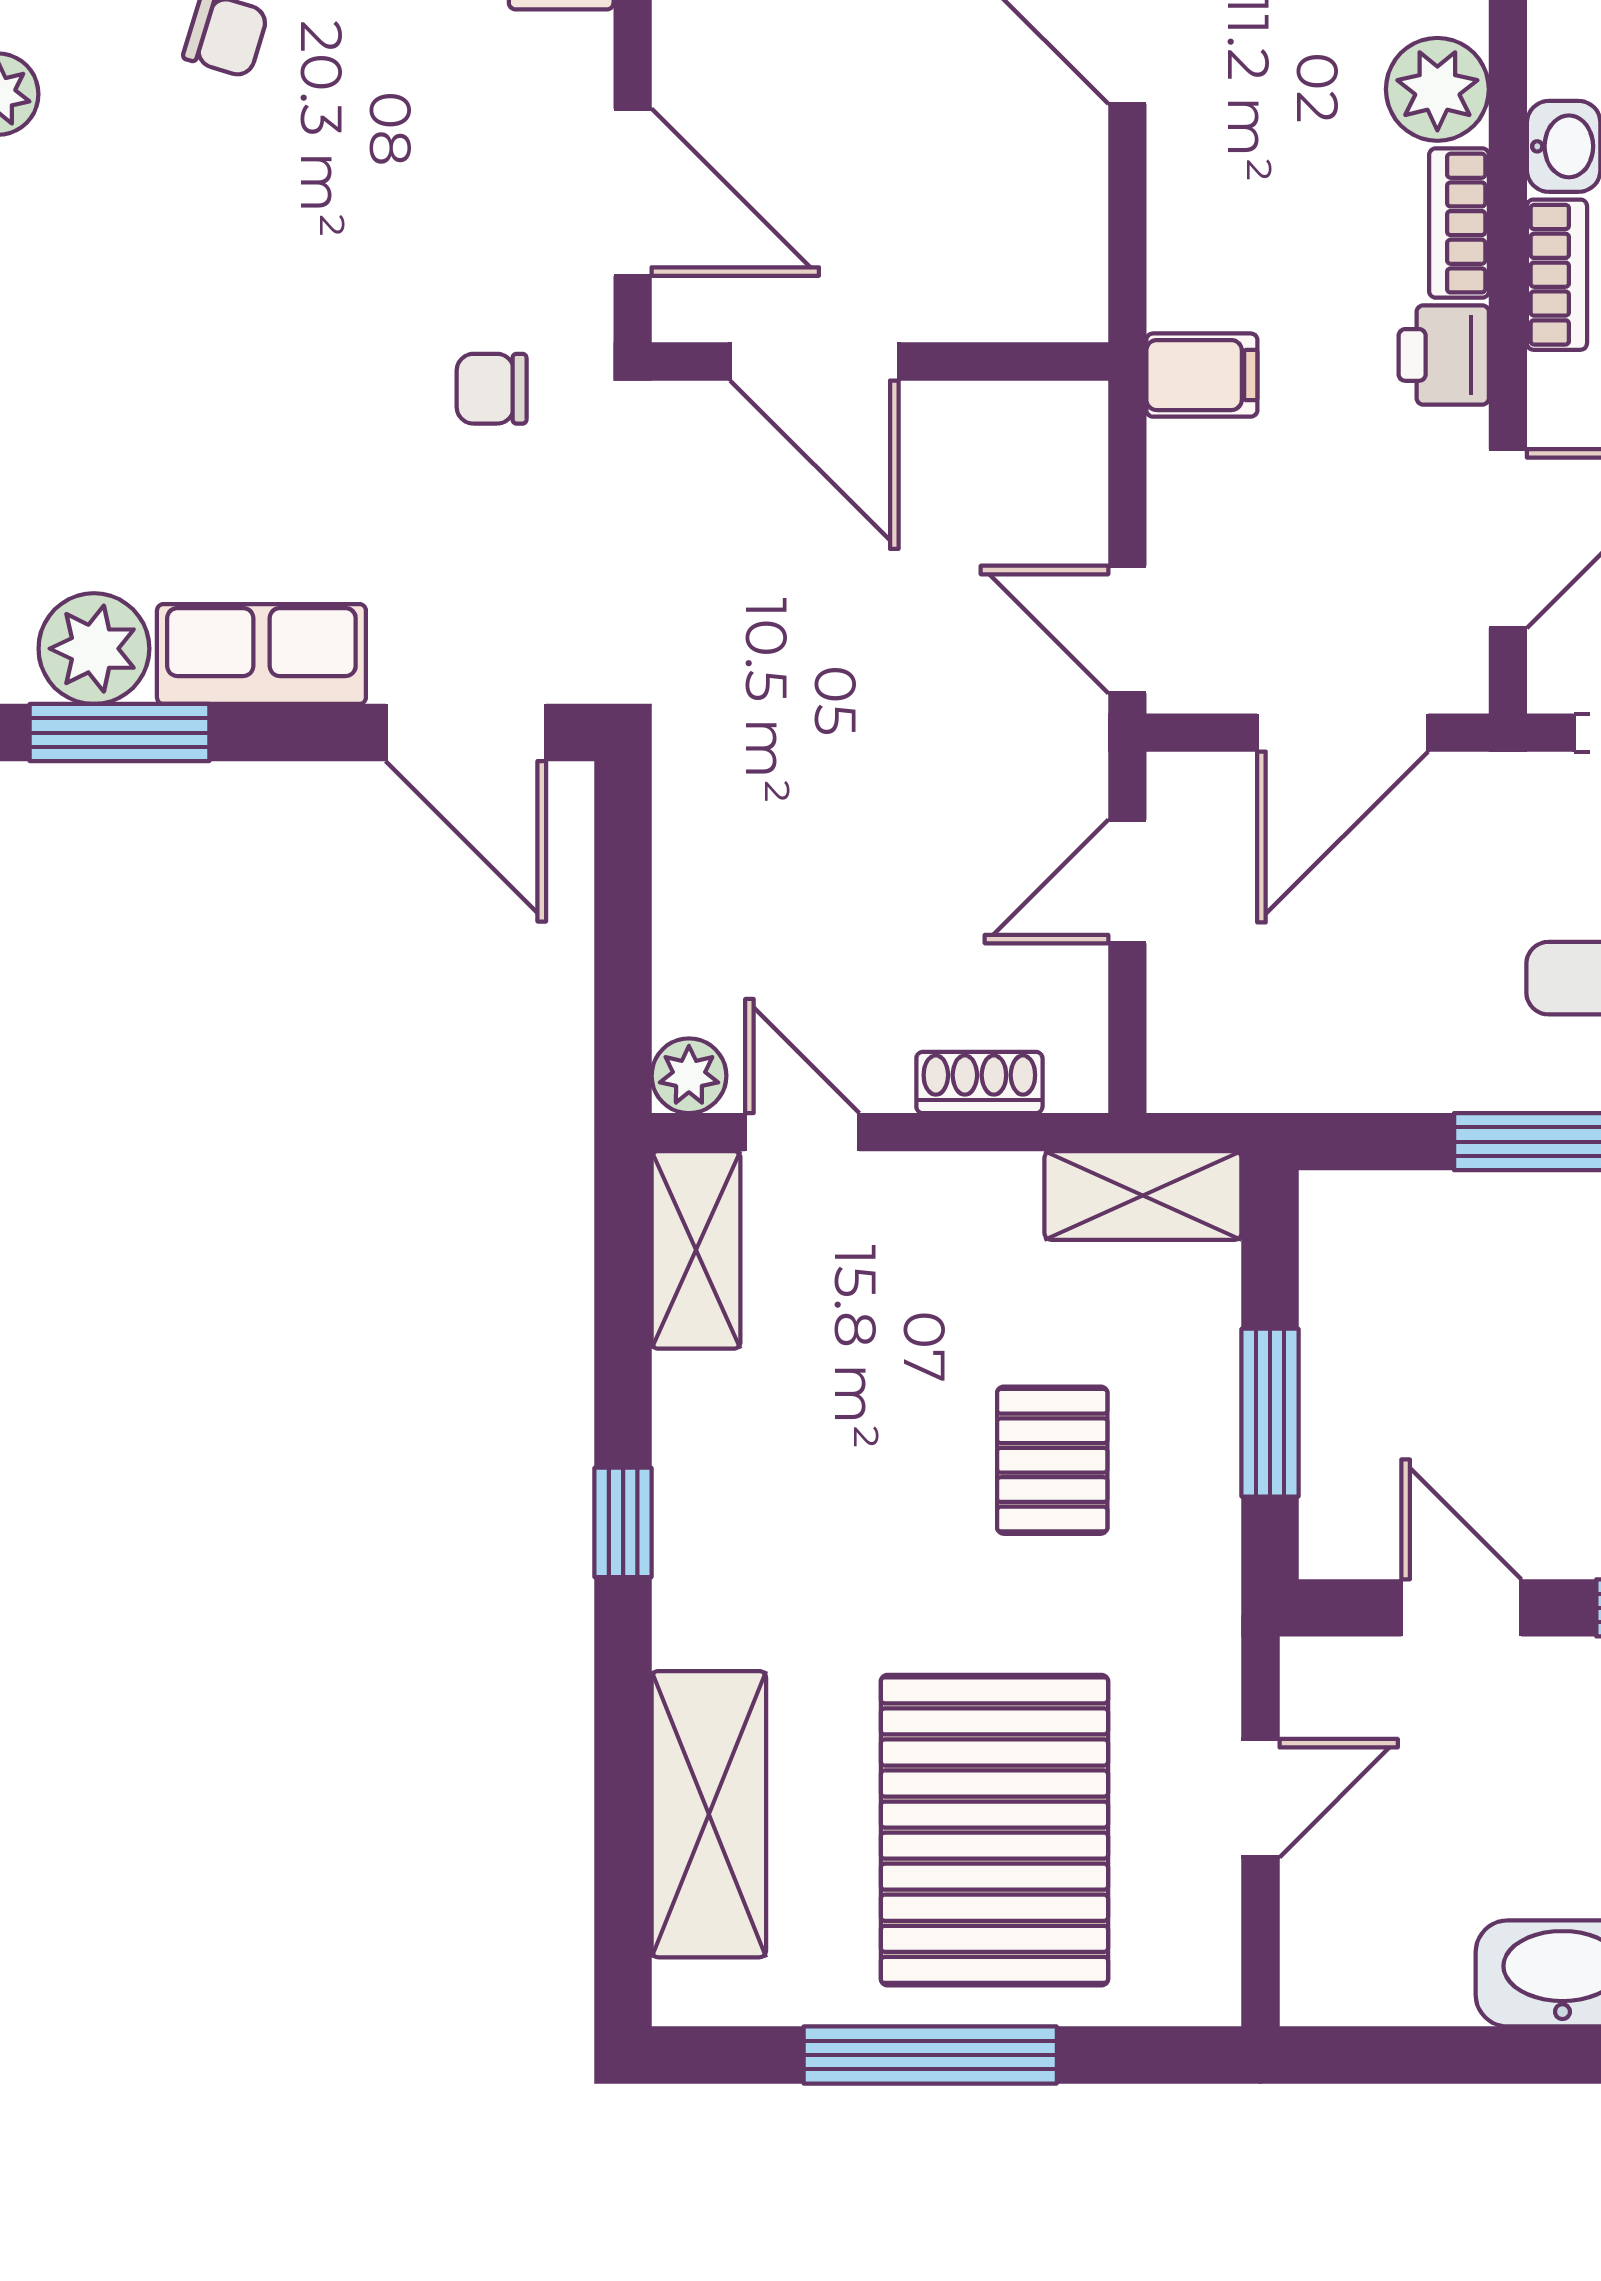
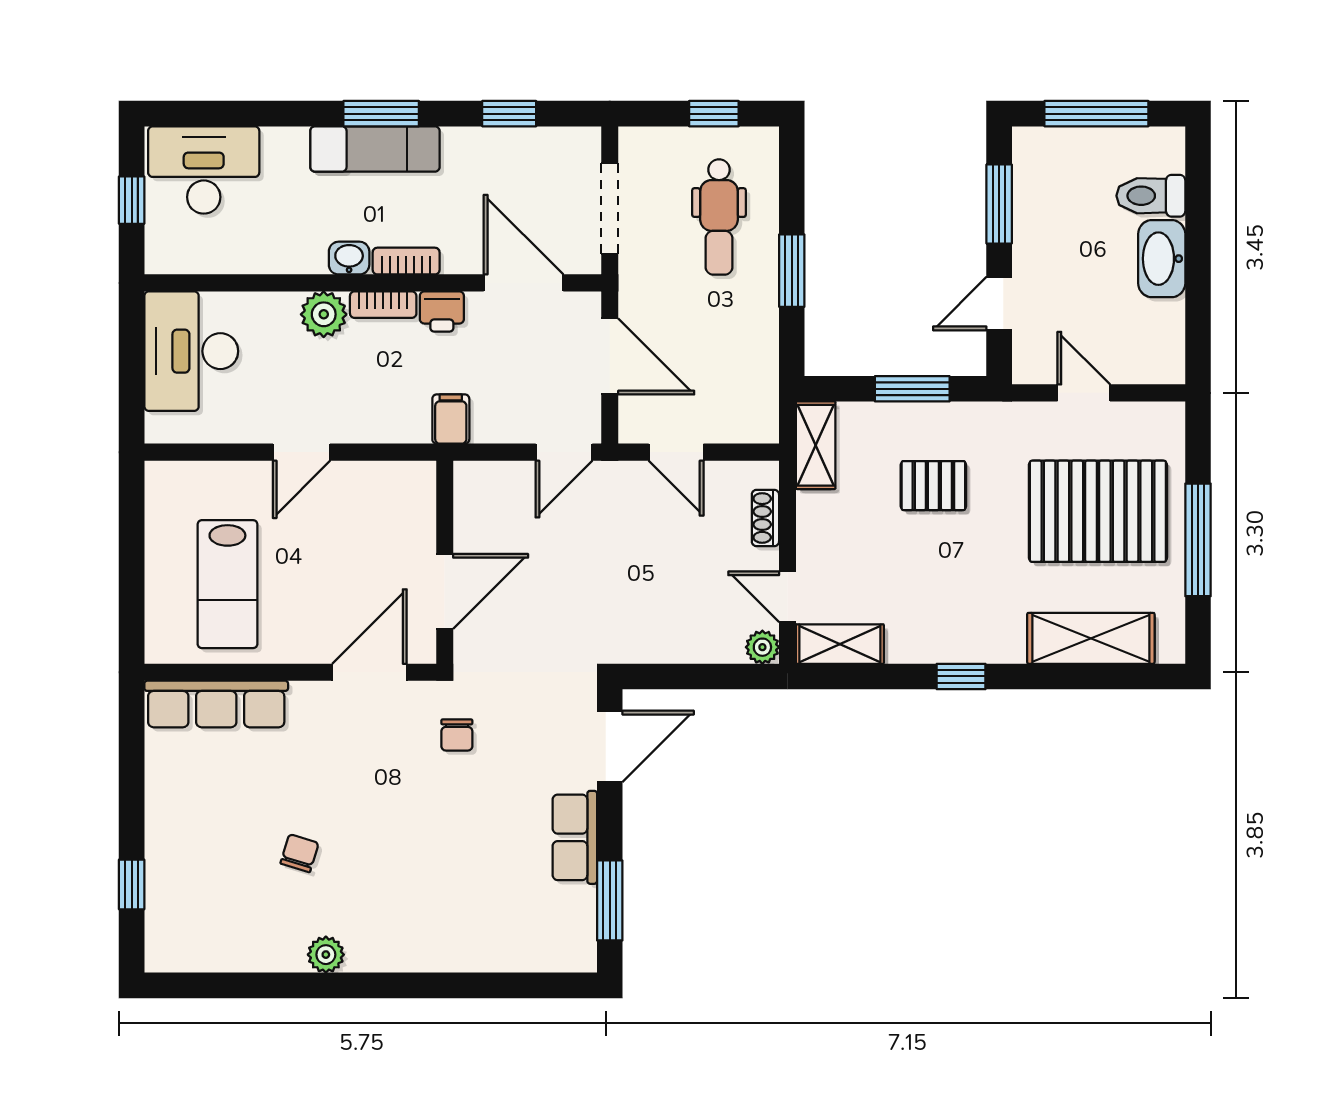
plant: (94, 649) -> (572, 912), removed
door: (802, 1132) -> (788, 597), hinge flipped

